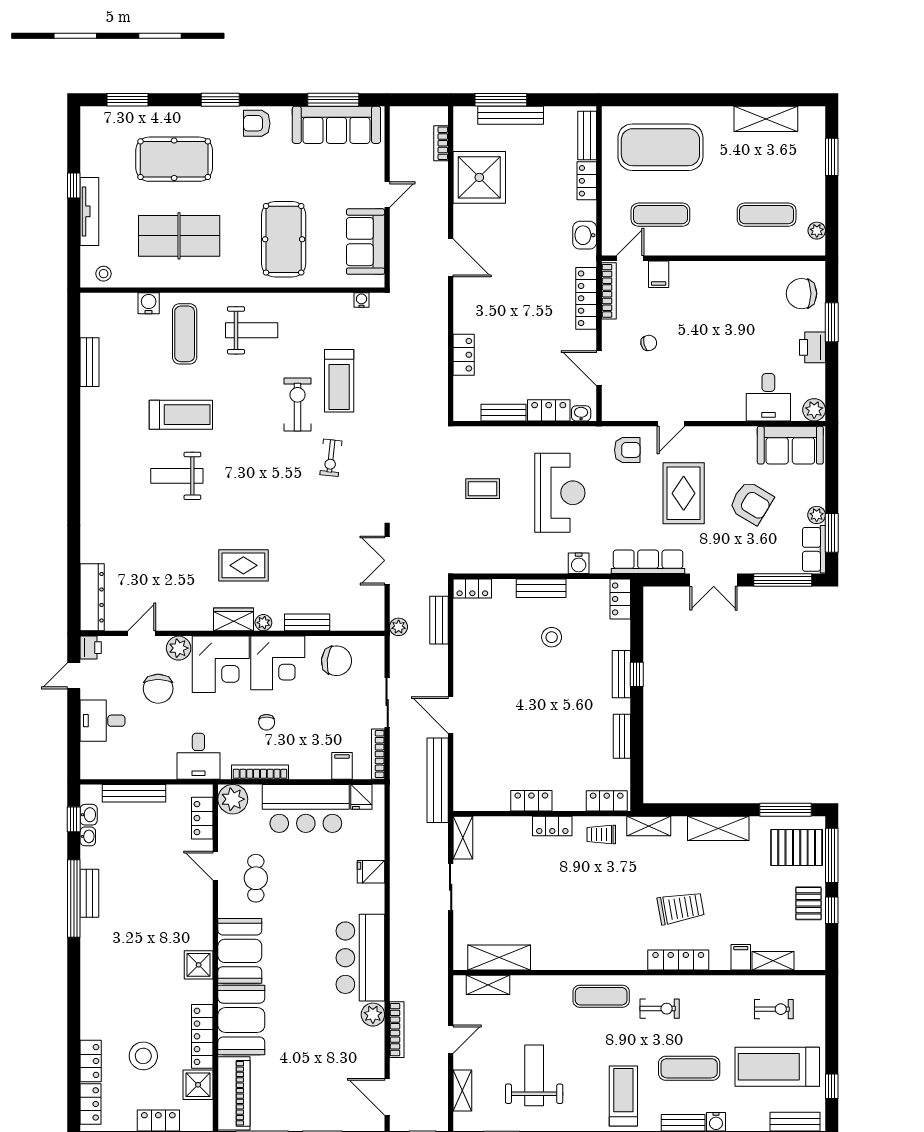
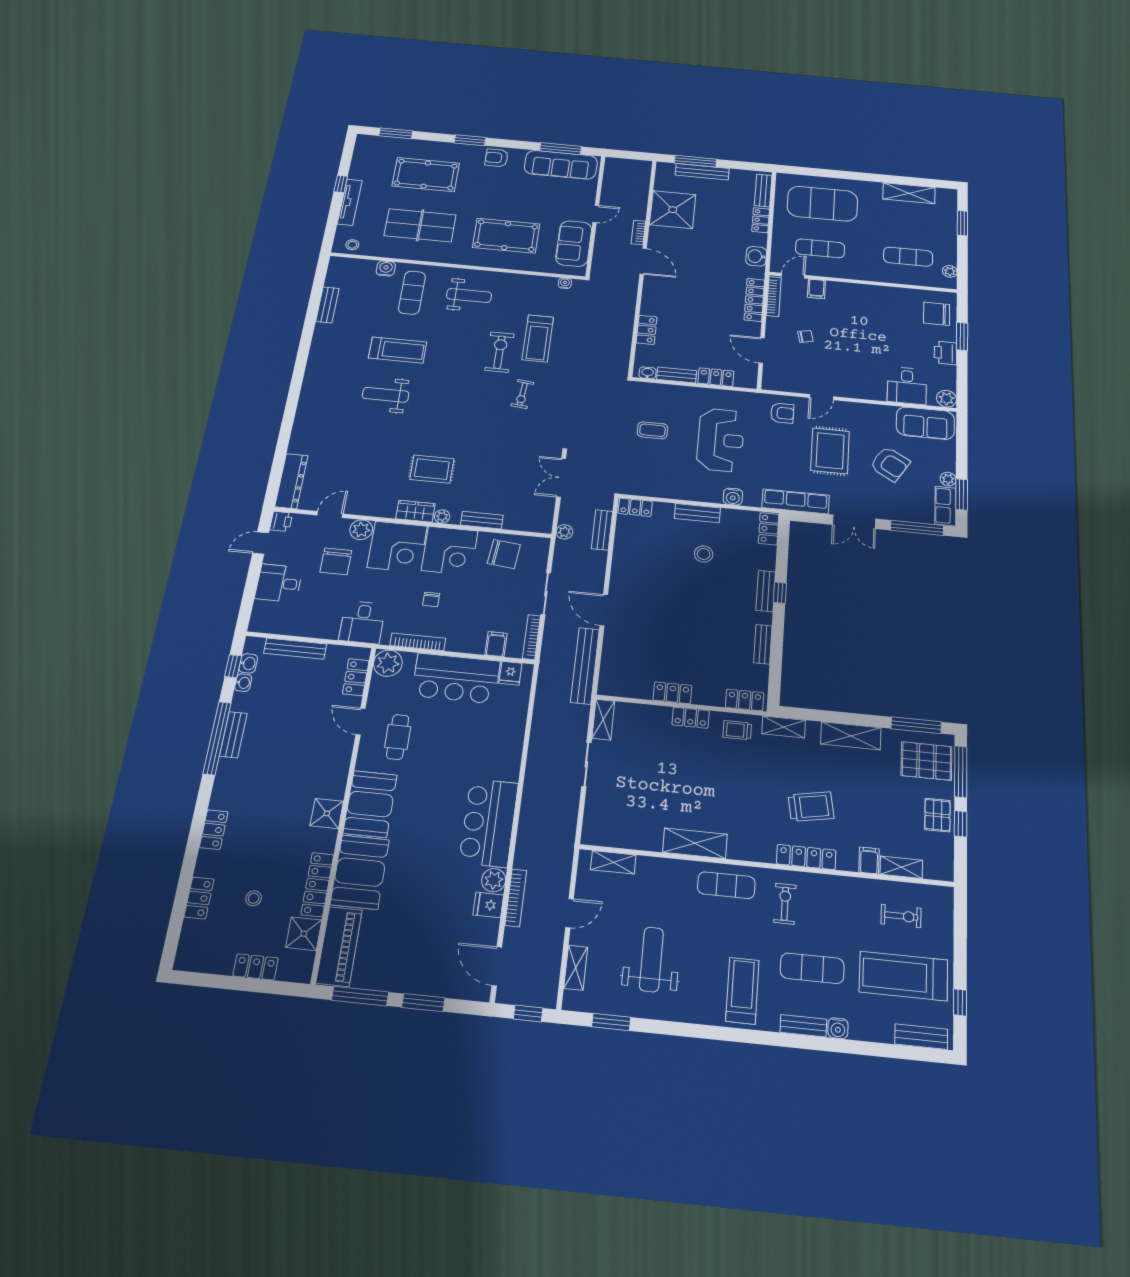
bookcase: (441, 143) -> (638, 232), moved
pool table: (284, 239) -> (506, 236), turned 90
washbasin: (581, 413) -> (648, 373), moved
fridge: (371, 872) -> (488, 905), moved
shelving: (499, 957) -> (695, 843), moved
exercise bike: (660, 1009) -> (785, 904), turned -90
stool: (143, 1056) -> (254, 898), width x0.53, depth x0.53
locker: (90, 1104) -> (214, 830), moved

